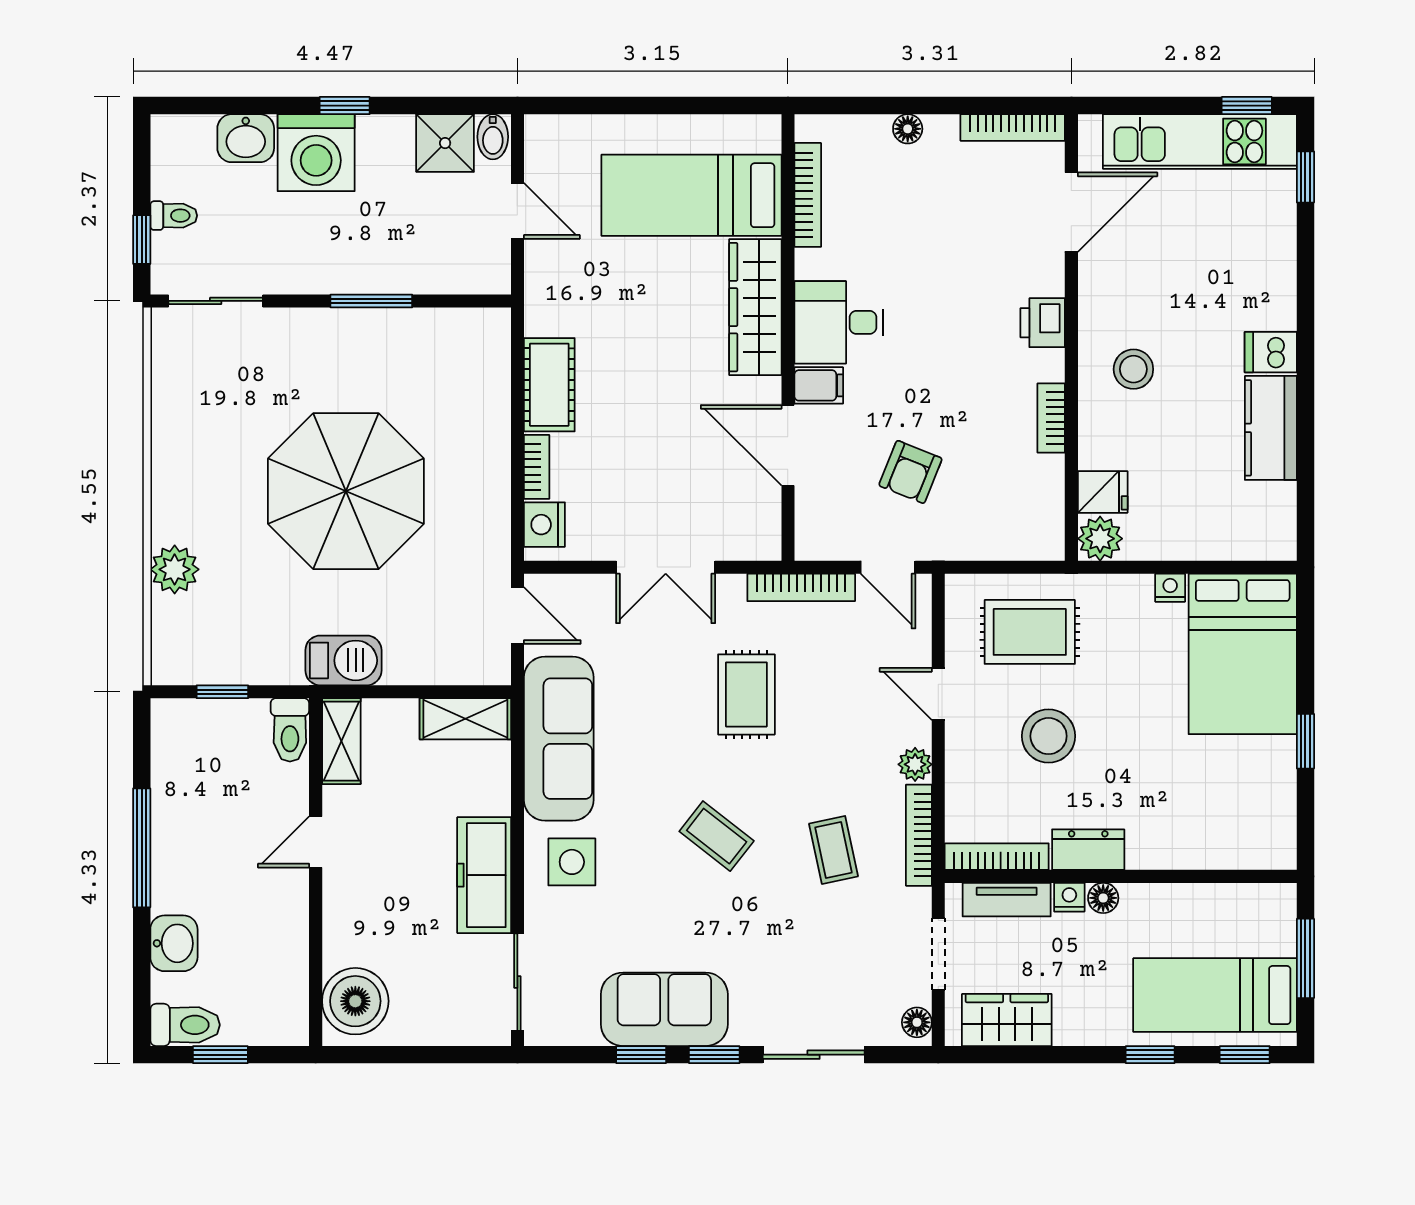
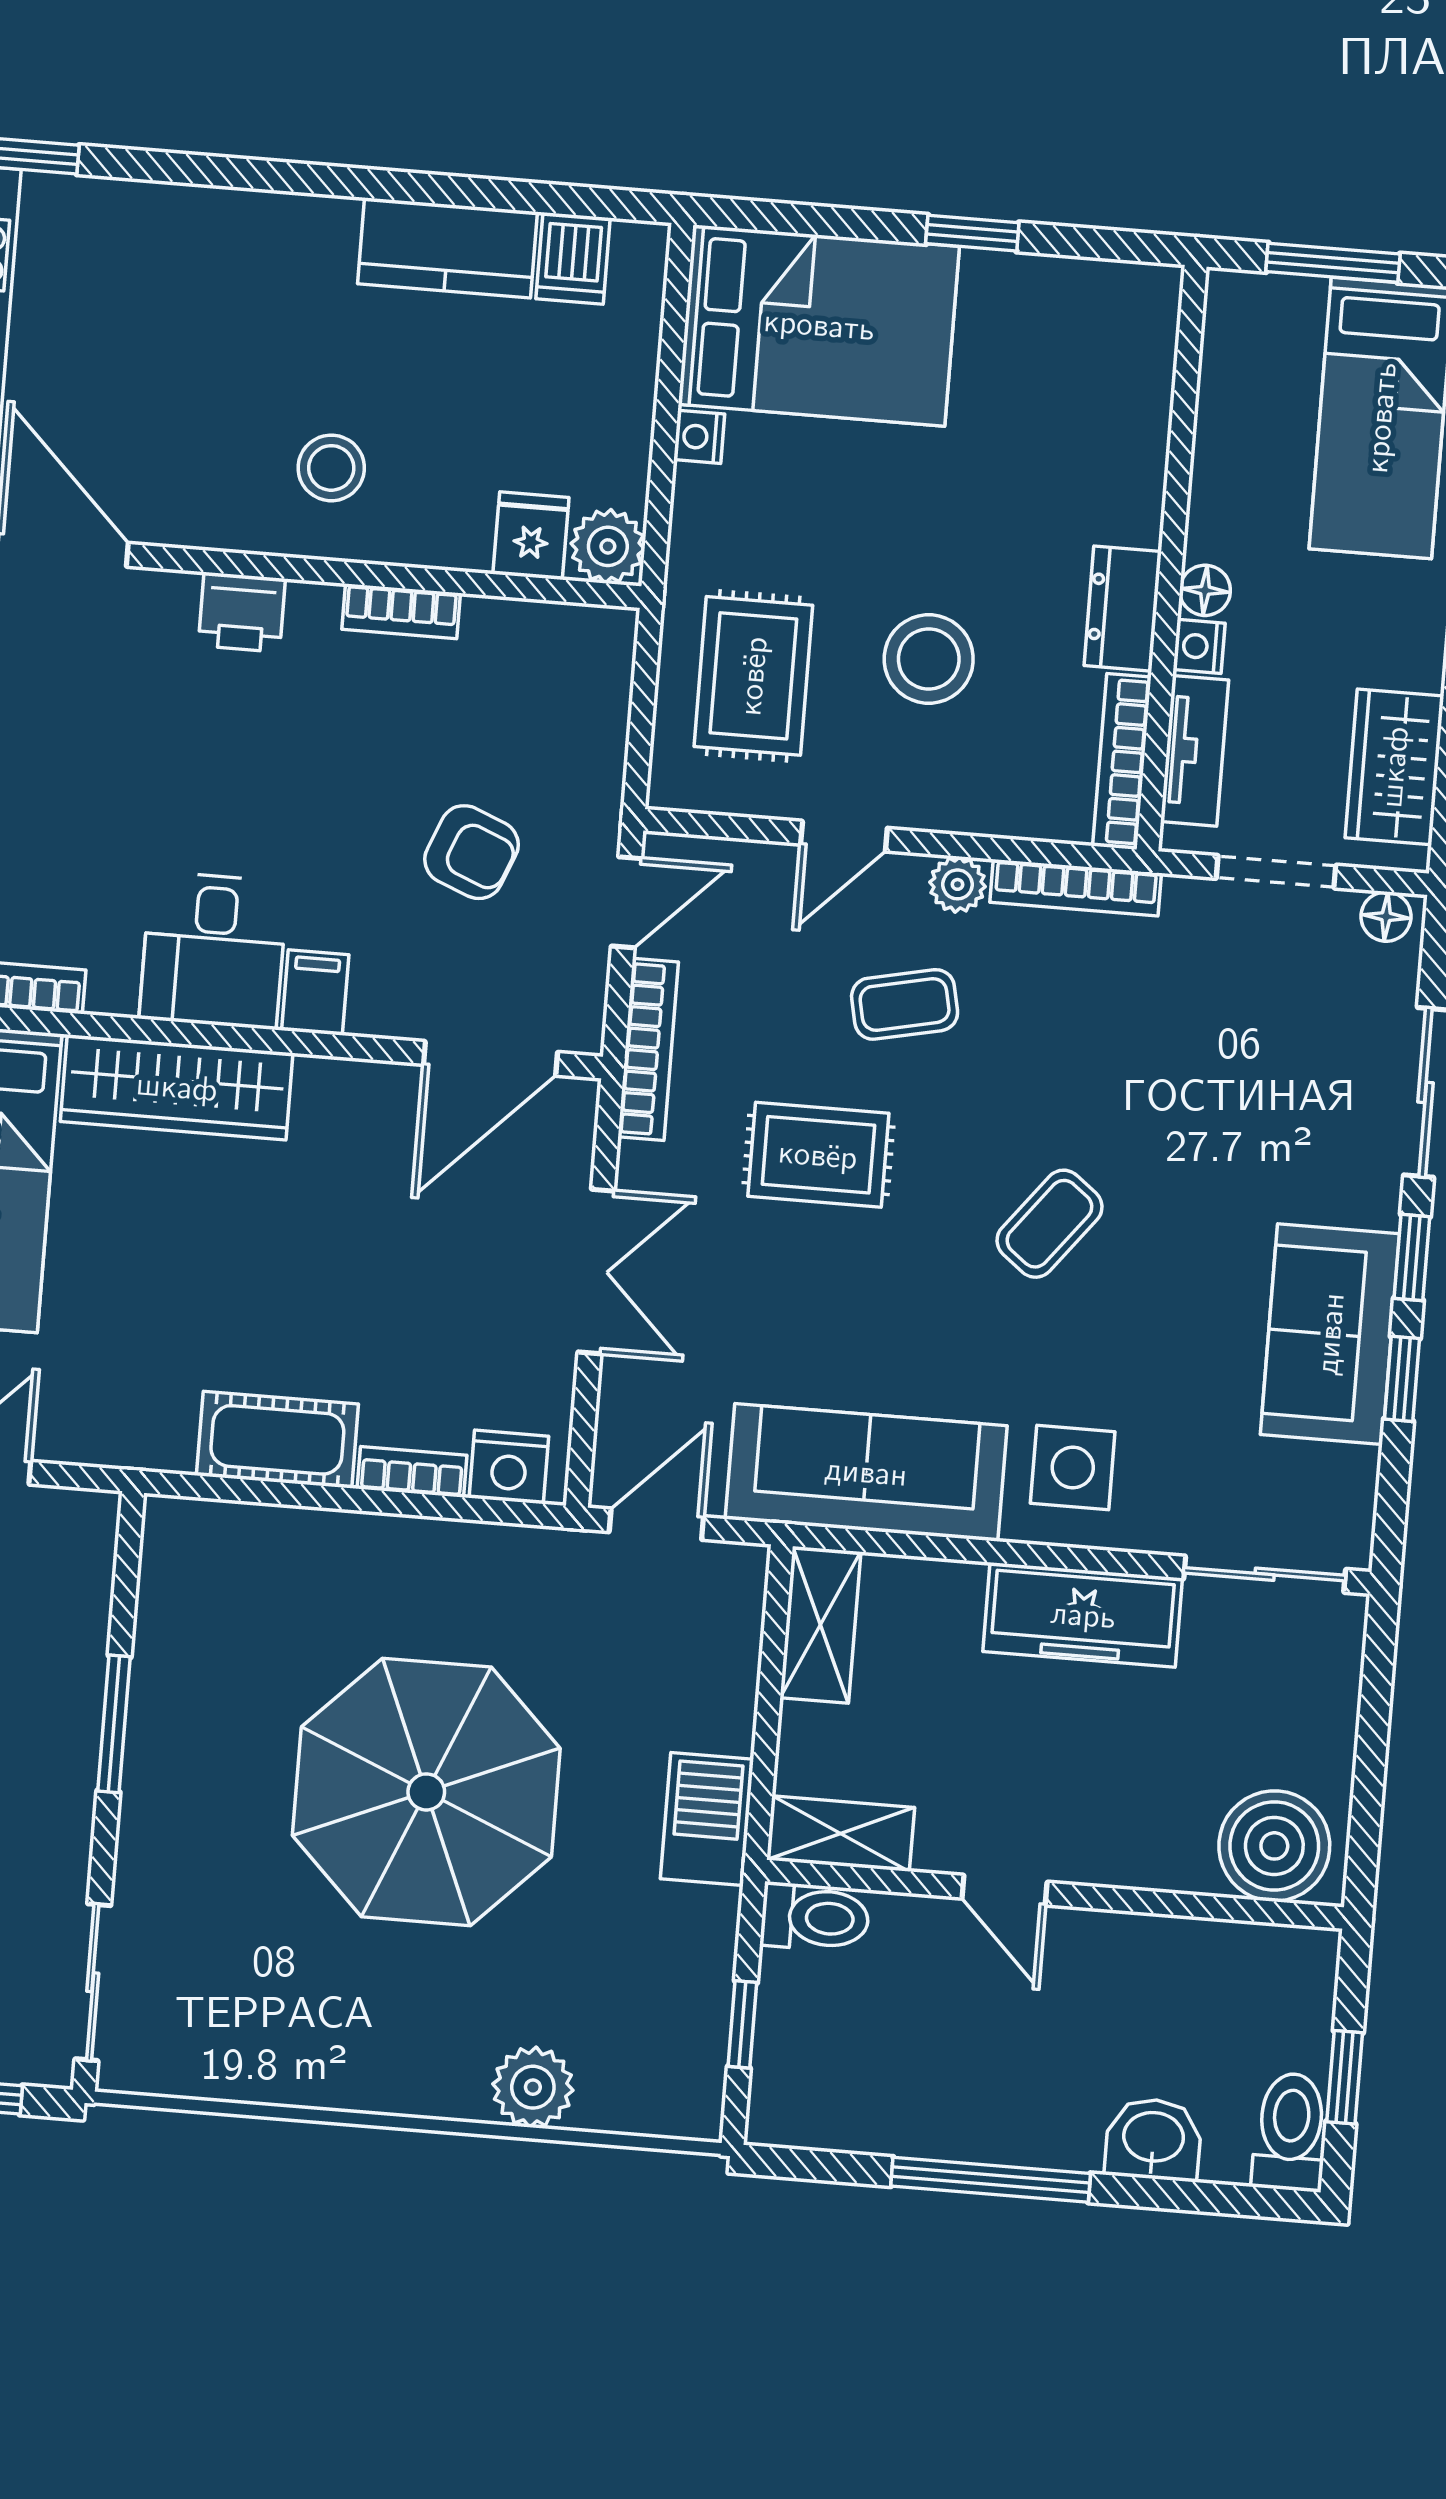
dishwasher: (1271, 352) -> (573, 258), moved
door: (788, 445) -> (490, 1058), moved
coffee table: (833, 850) -> (905, 1004), moved

